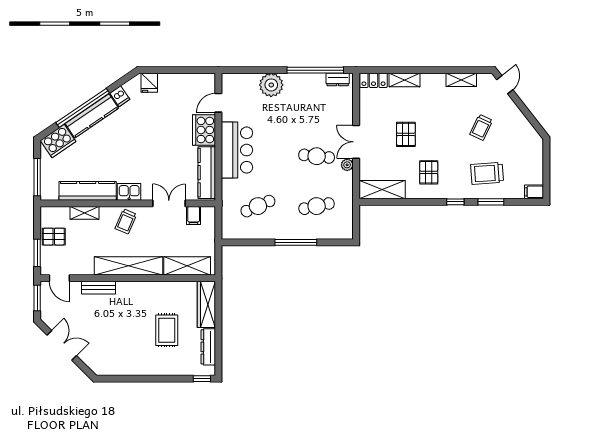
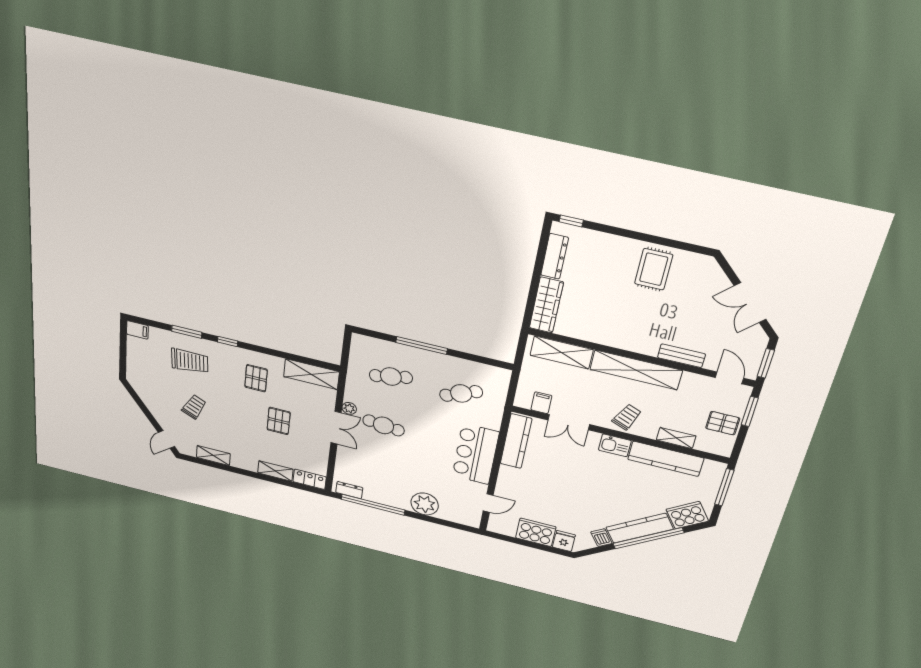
cooker: (204, 130) -> (536, 532), moved, turned -90
rug: (167, 330) -> (654, 269), moved

